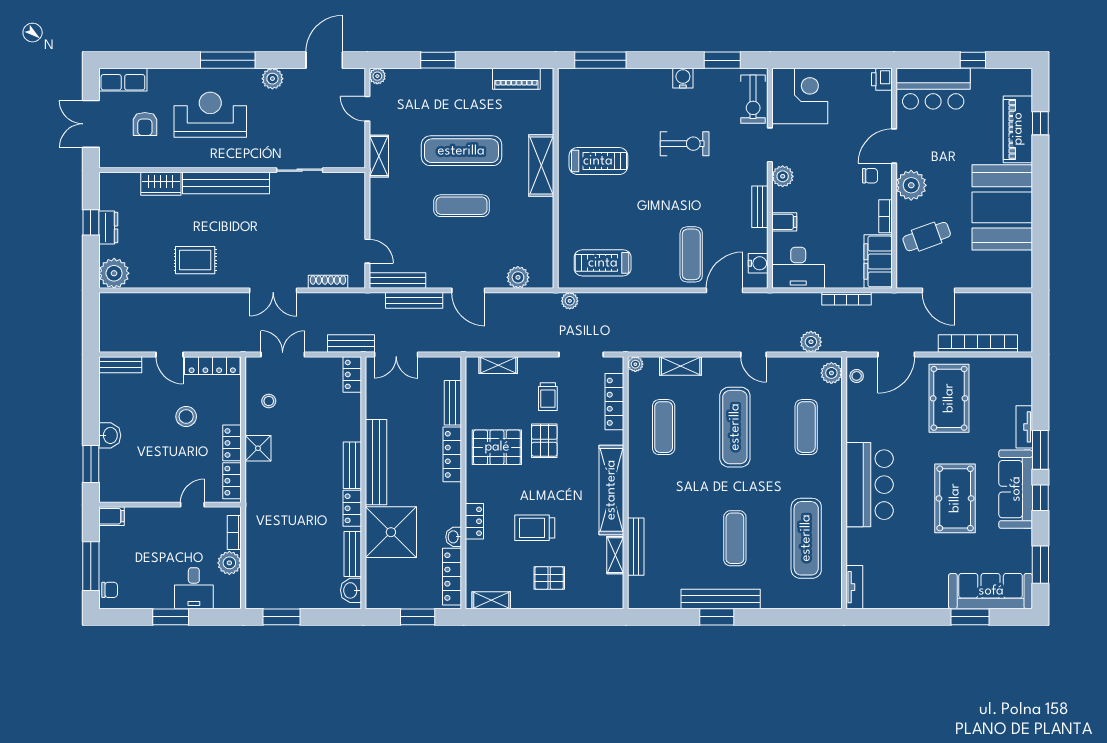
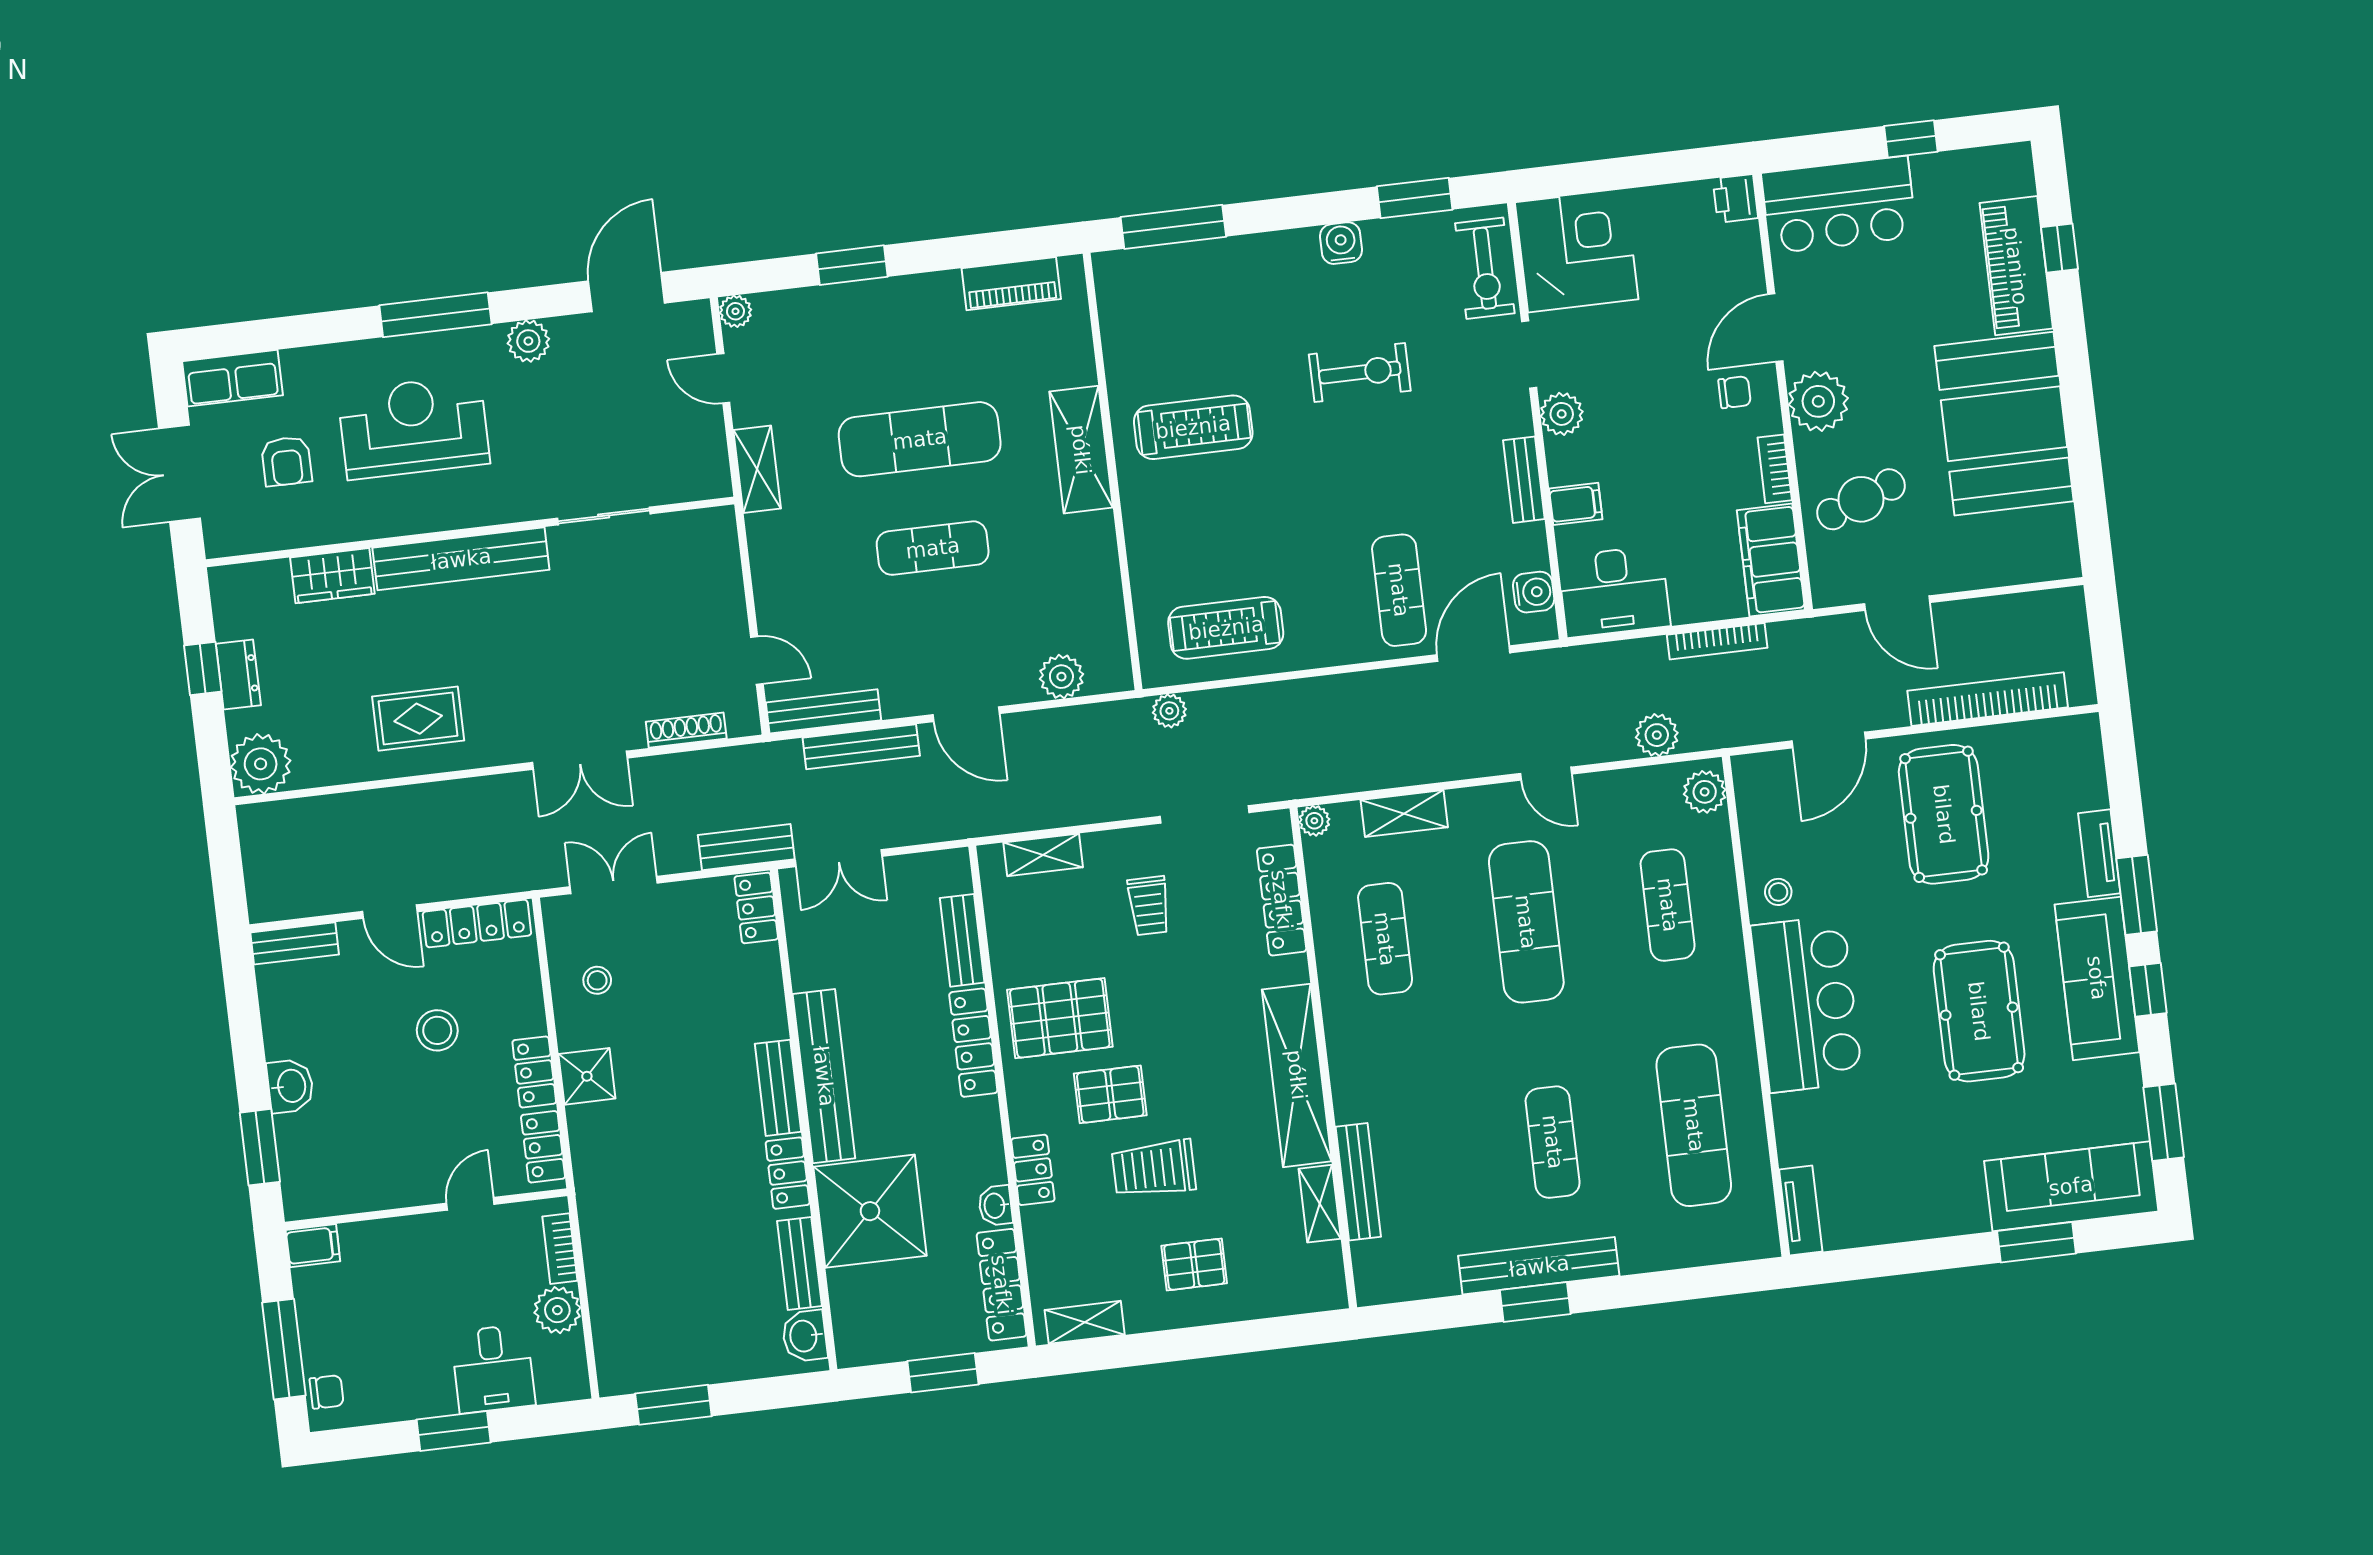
stool: (857, 376) -> (1778, 892), moved
pallet: (544, 441) -> (1110, 1094), moved, turned 90

